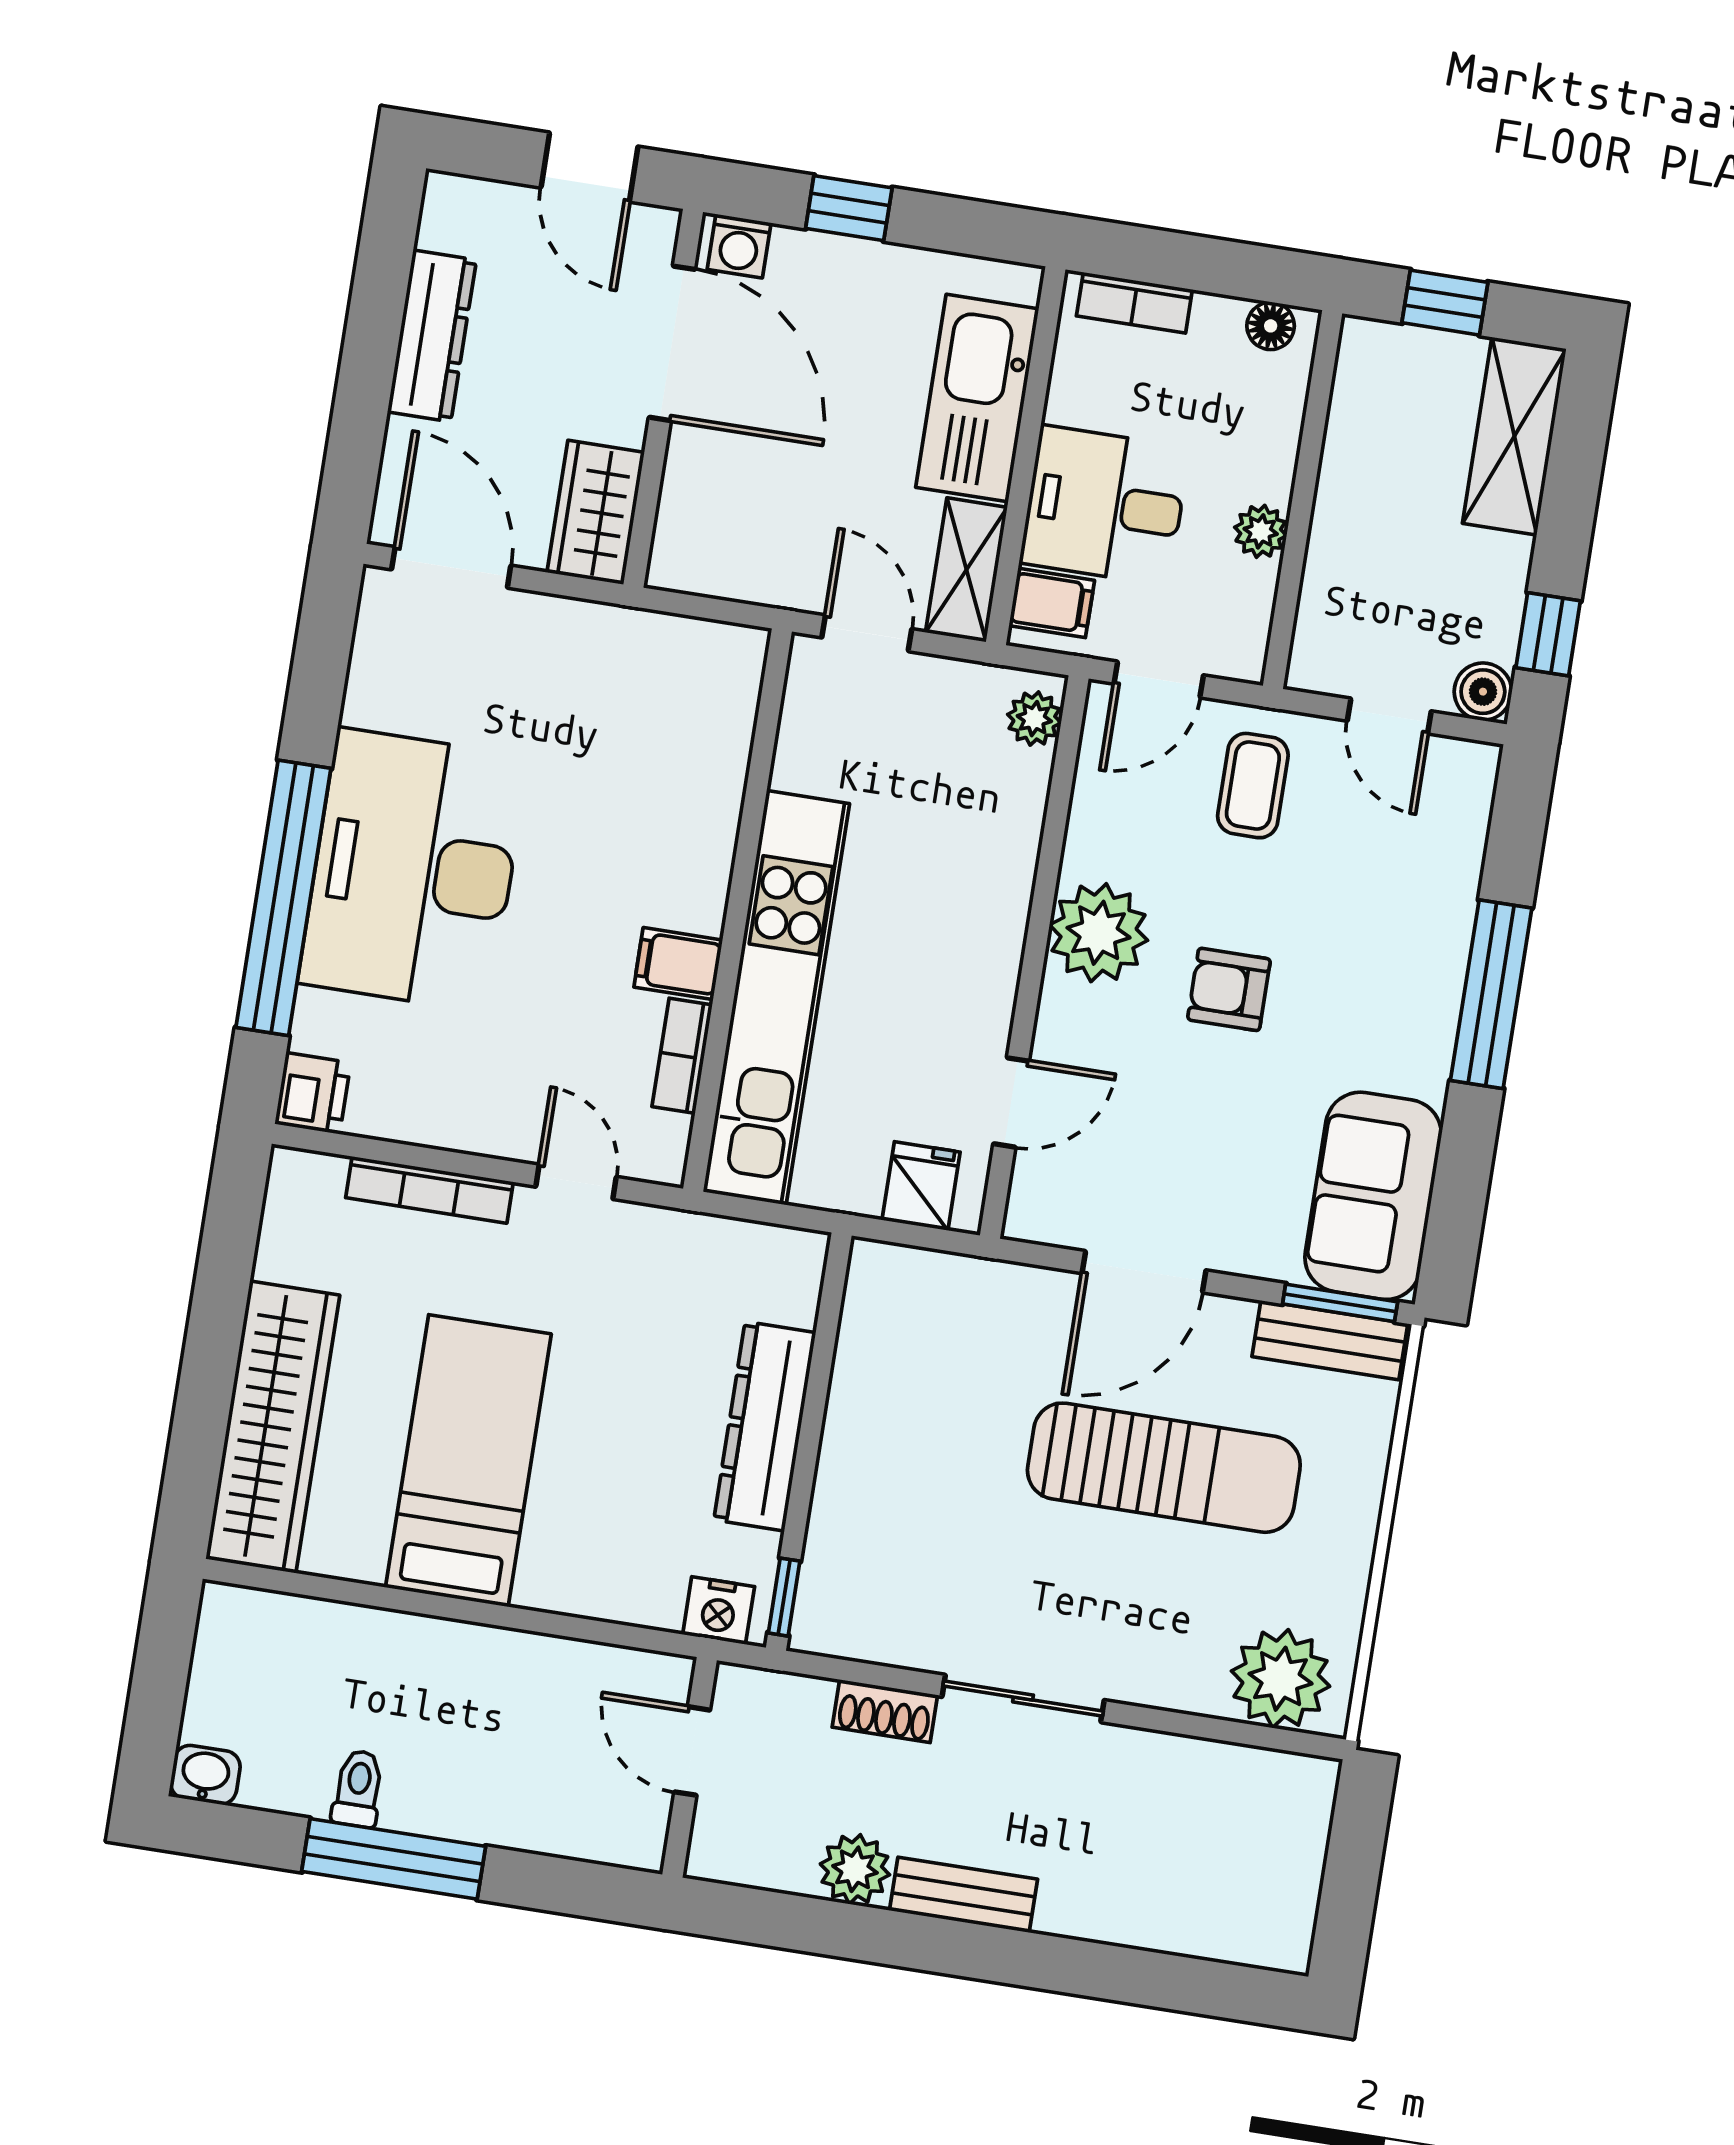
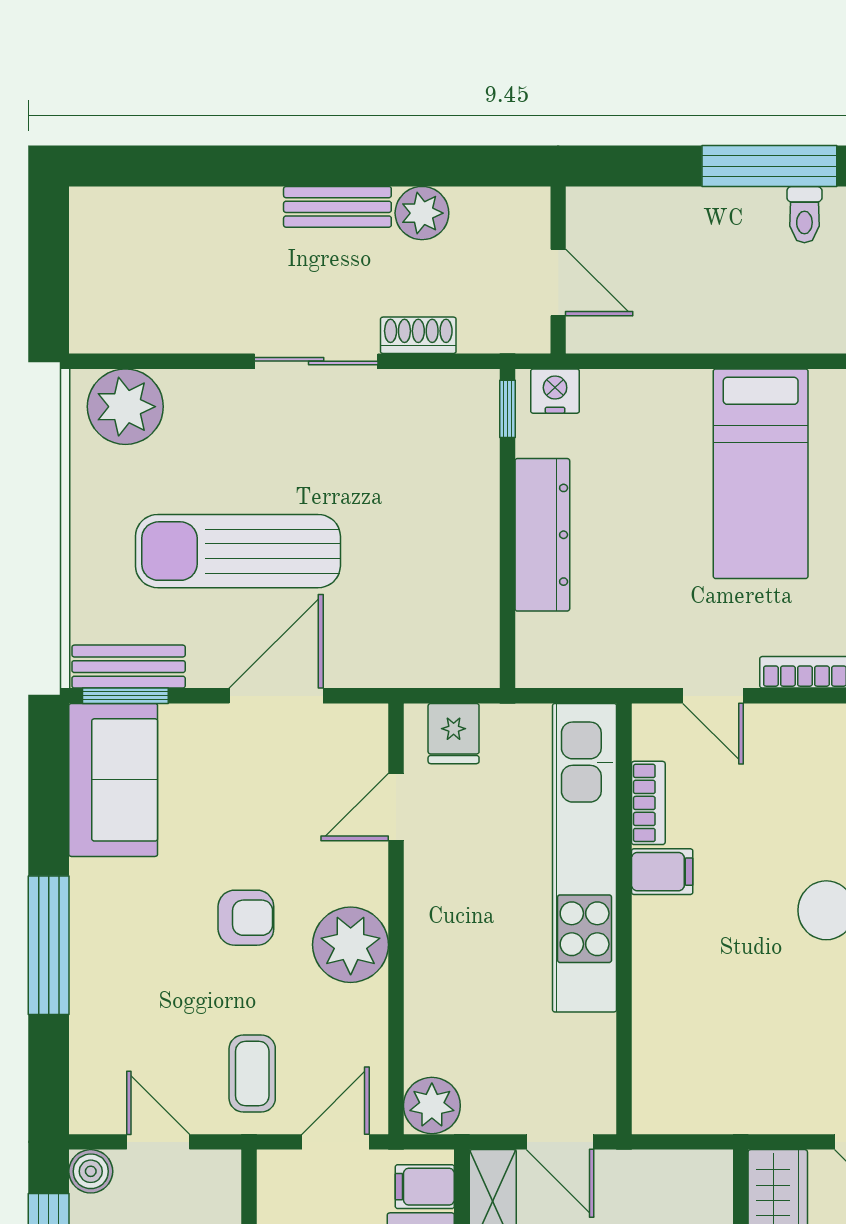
plant: (1034, 719) -> (432, 1106), width x1.38, depth x1.38

